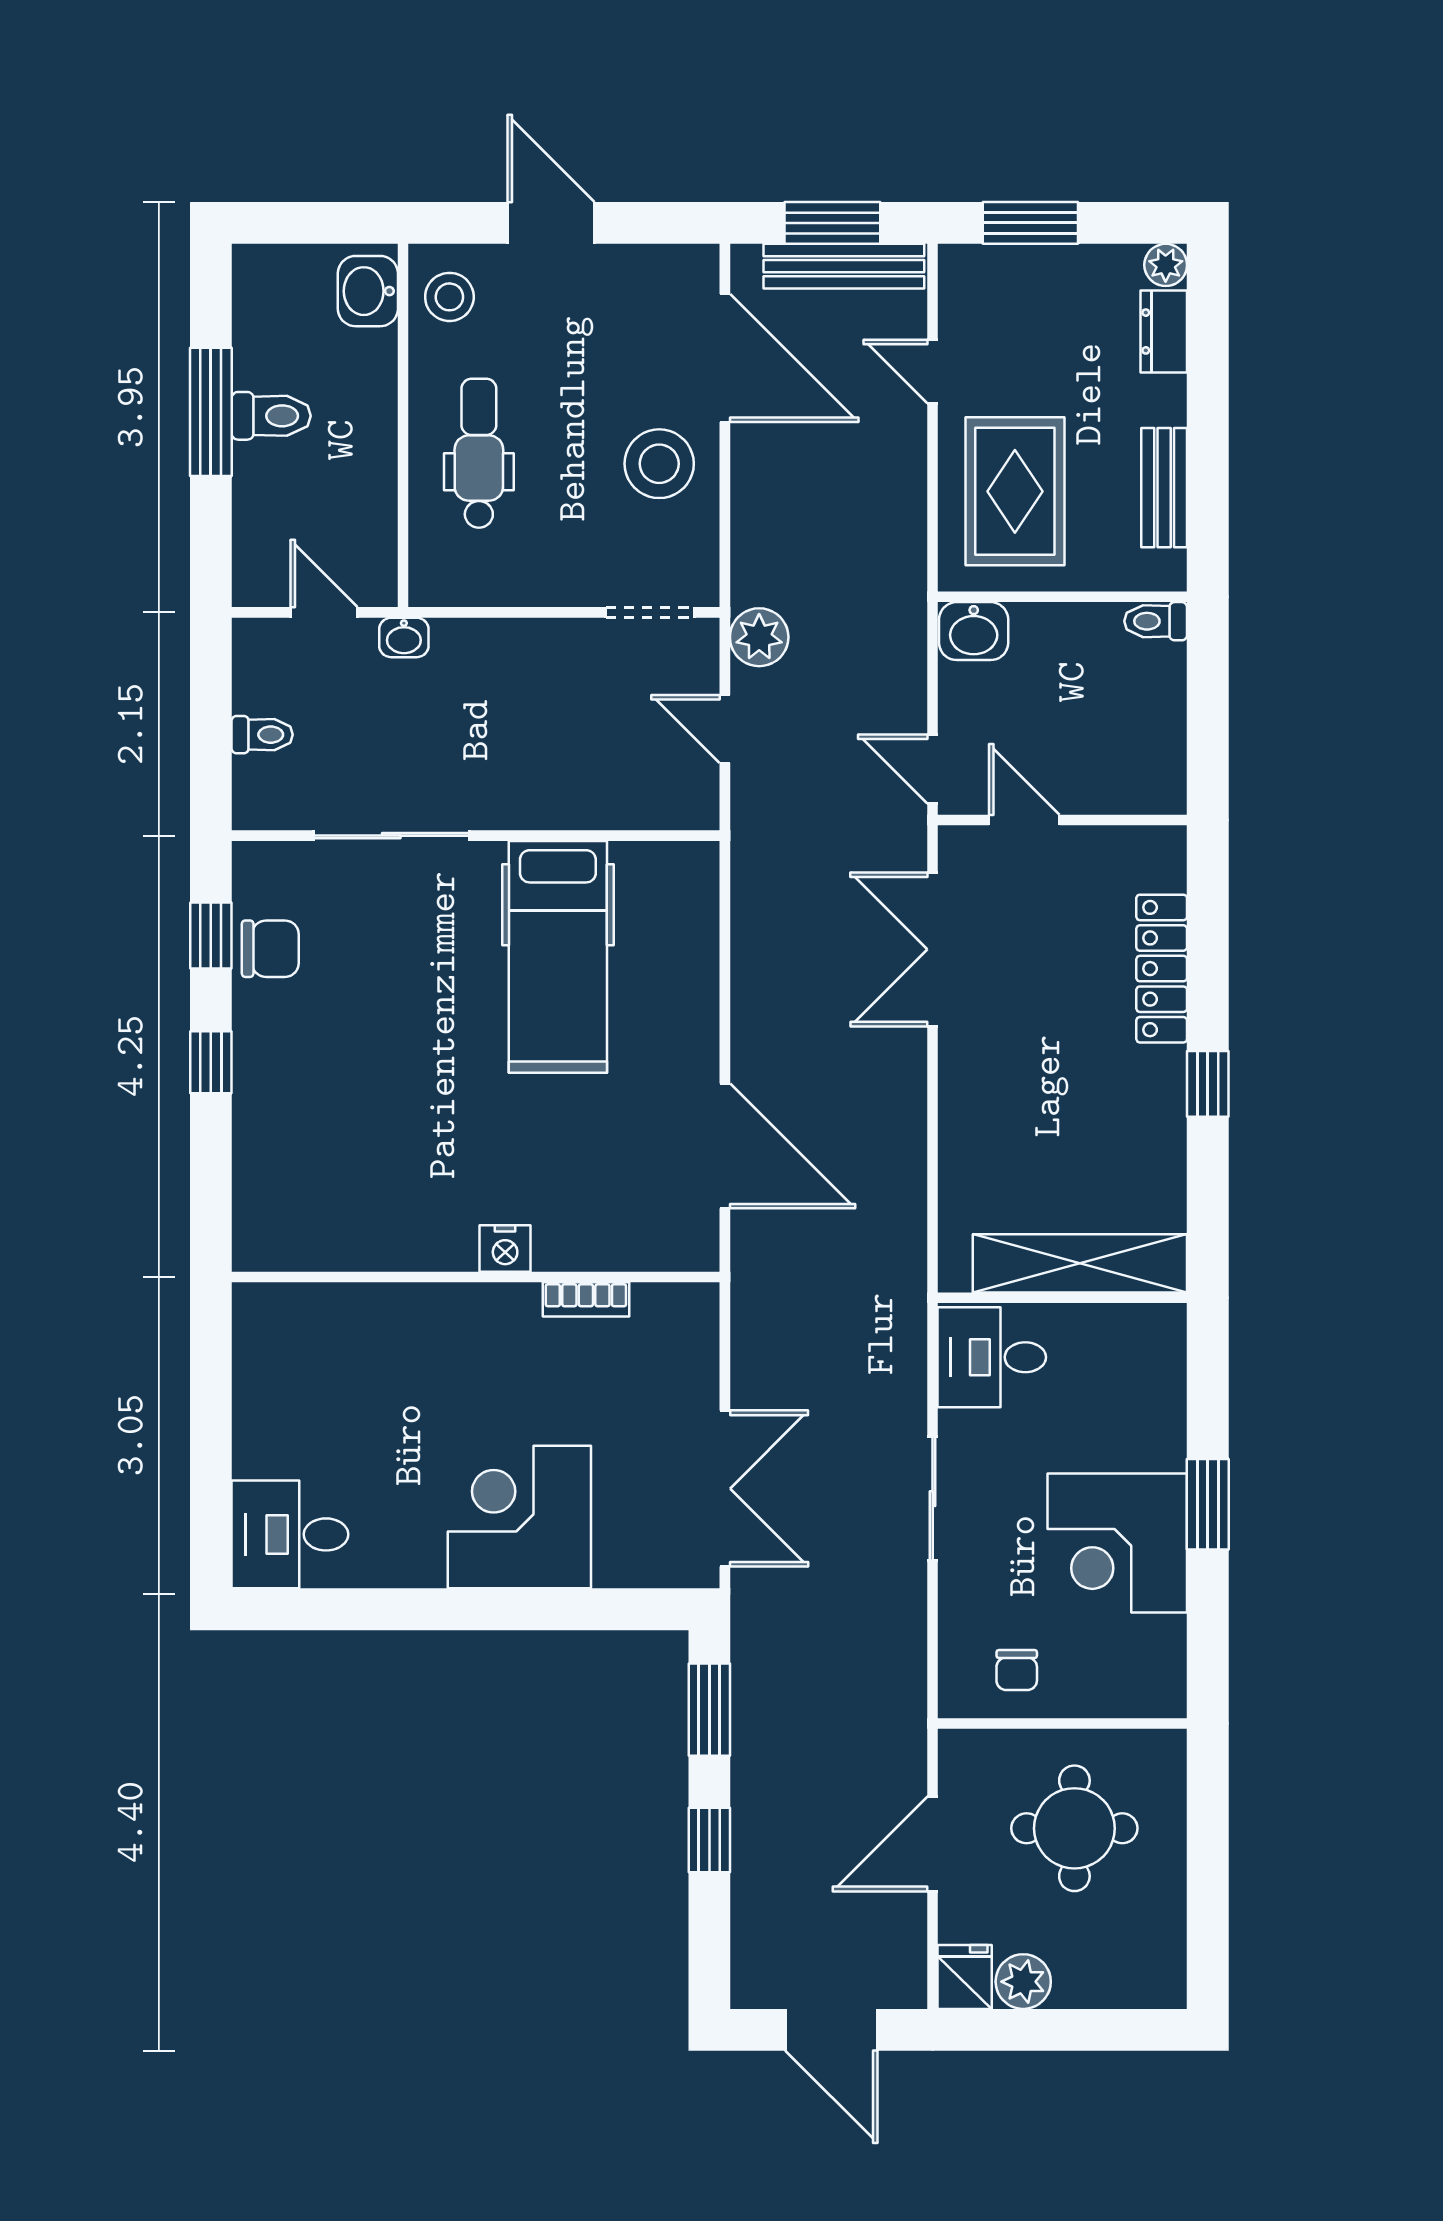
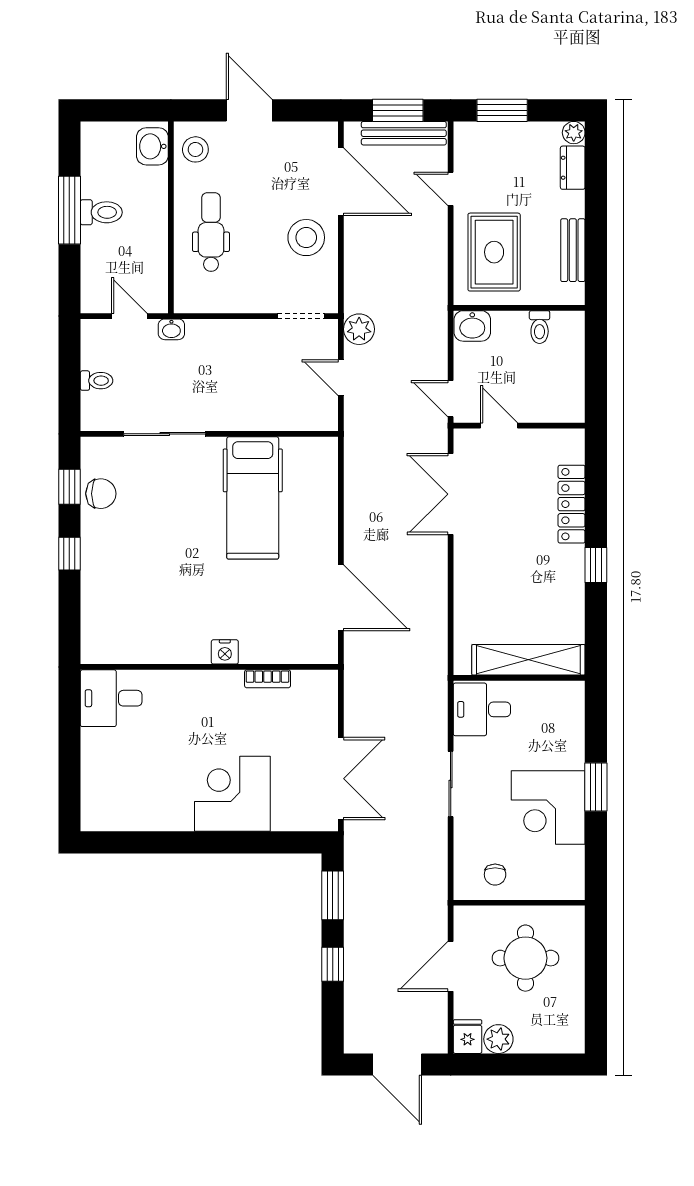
toilet: (1156, 621) -> (540, 327), moved, turned -90
desk: (290, 1534) -> (111, 698), moved

